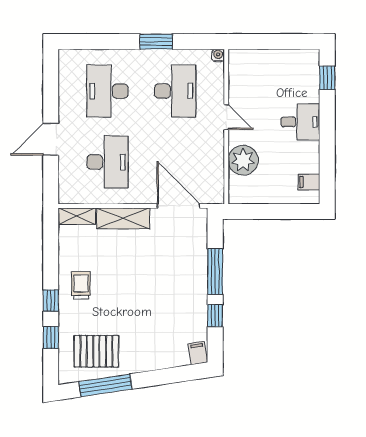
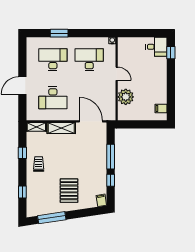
window: (156, 42) -> (59, 33), moved
desk: (107, 91) -> (53, 60), turned 90
desk: (175, 91) -> (89, 60), turned -90
desk: (300, 122) -> (156, 47), moved
desk: (107, 162) -> (53, 98), turned 90
window: (51, 301) -> (22, 153), moved
pallet: (96, 351) -> (69, 191), moved, turned 90

